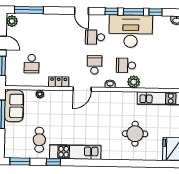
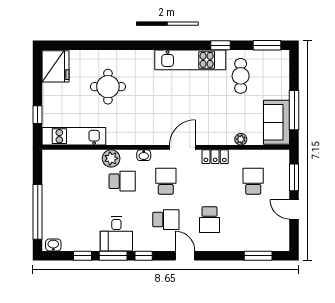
window: (29, 10) -> (258, 256), width x0.69
plant: (12, 21) -> (282, 240), removed
desk: (131, 31) -> (116, 234), width x0.53, depth x0.77
school desk: (64, 37) -> (209, 220), added
school desk: (95, 65) -> (166, 181), turned 180

